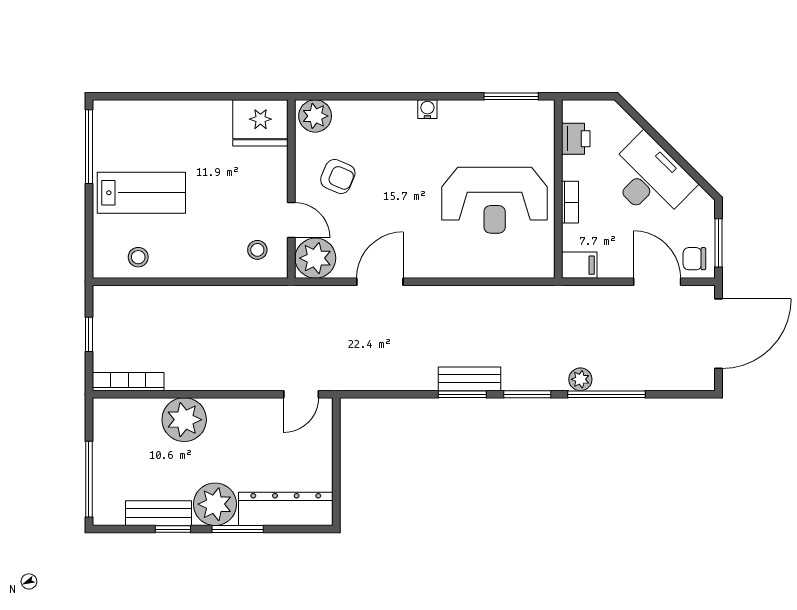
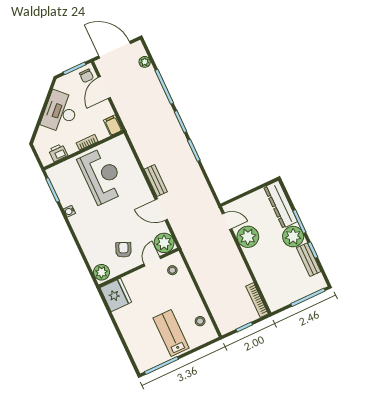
water cooler: (427, 109) -> (69, 211), moved
bench: (469, 379) -> (156, 180), moved
plant: (580, 379) -> (145, 62), moved
plant: (184, 420) -> (248, 237), moved

